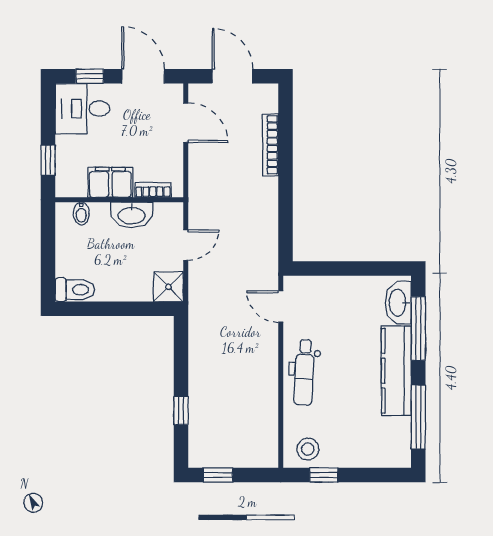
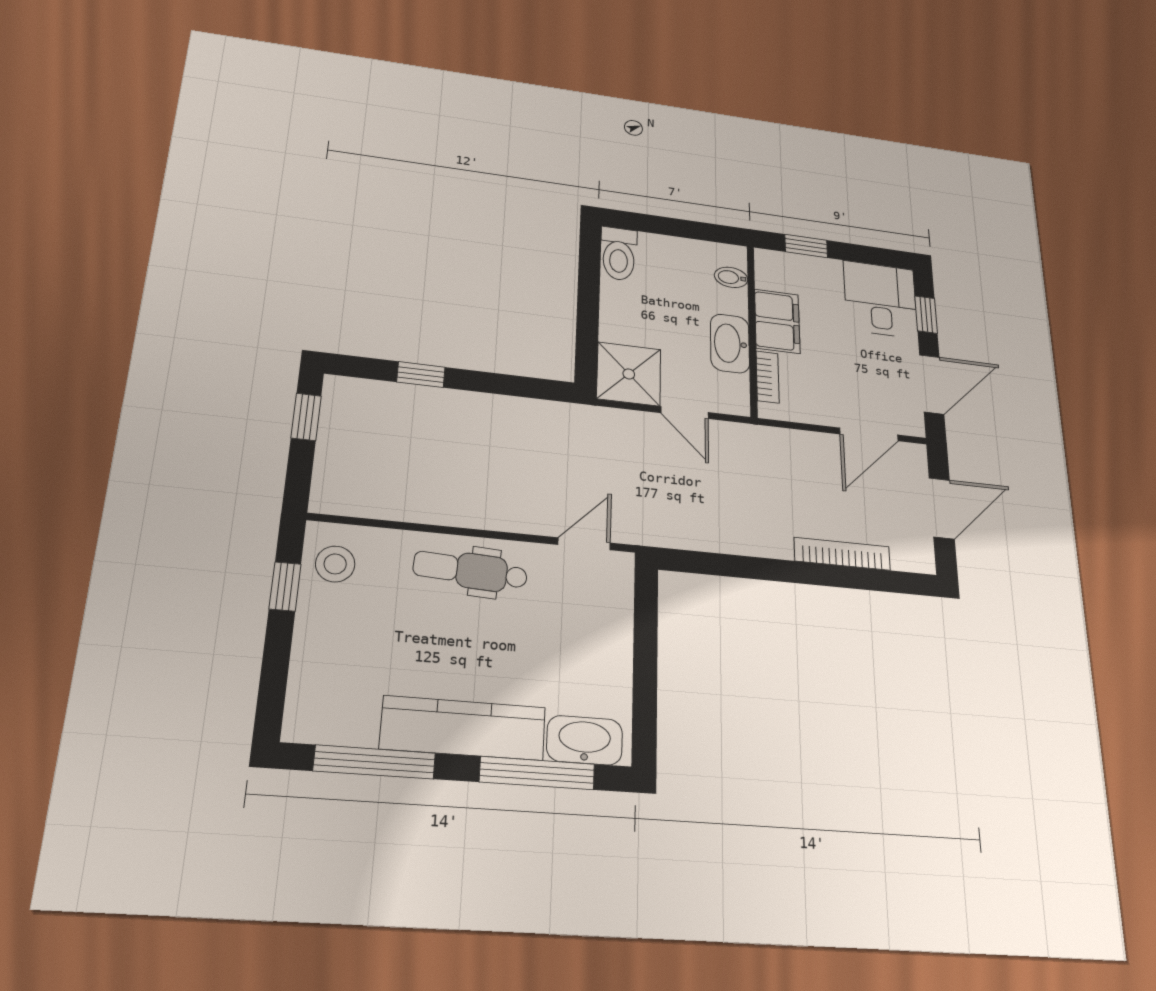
shower: (169, 287) -> (629, 374), width x1.36, depth x1.36

